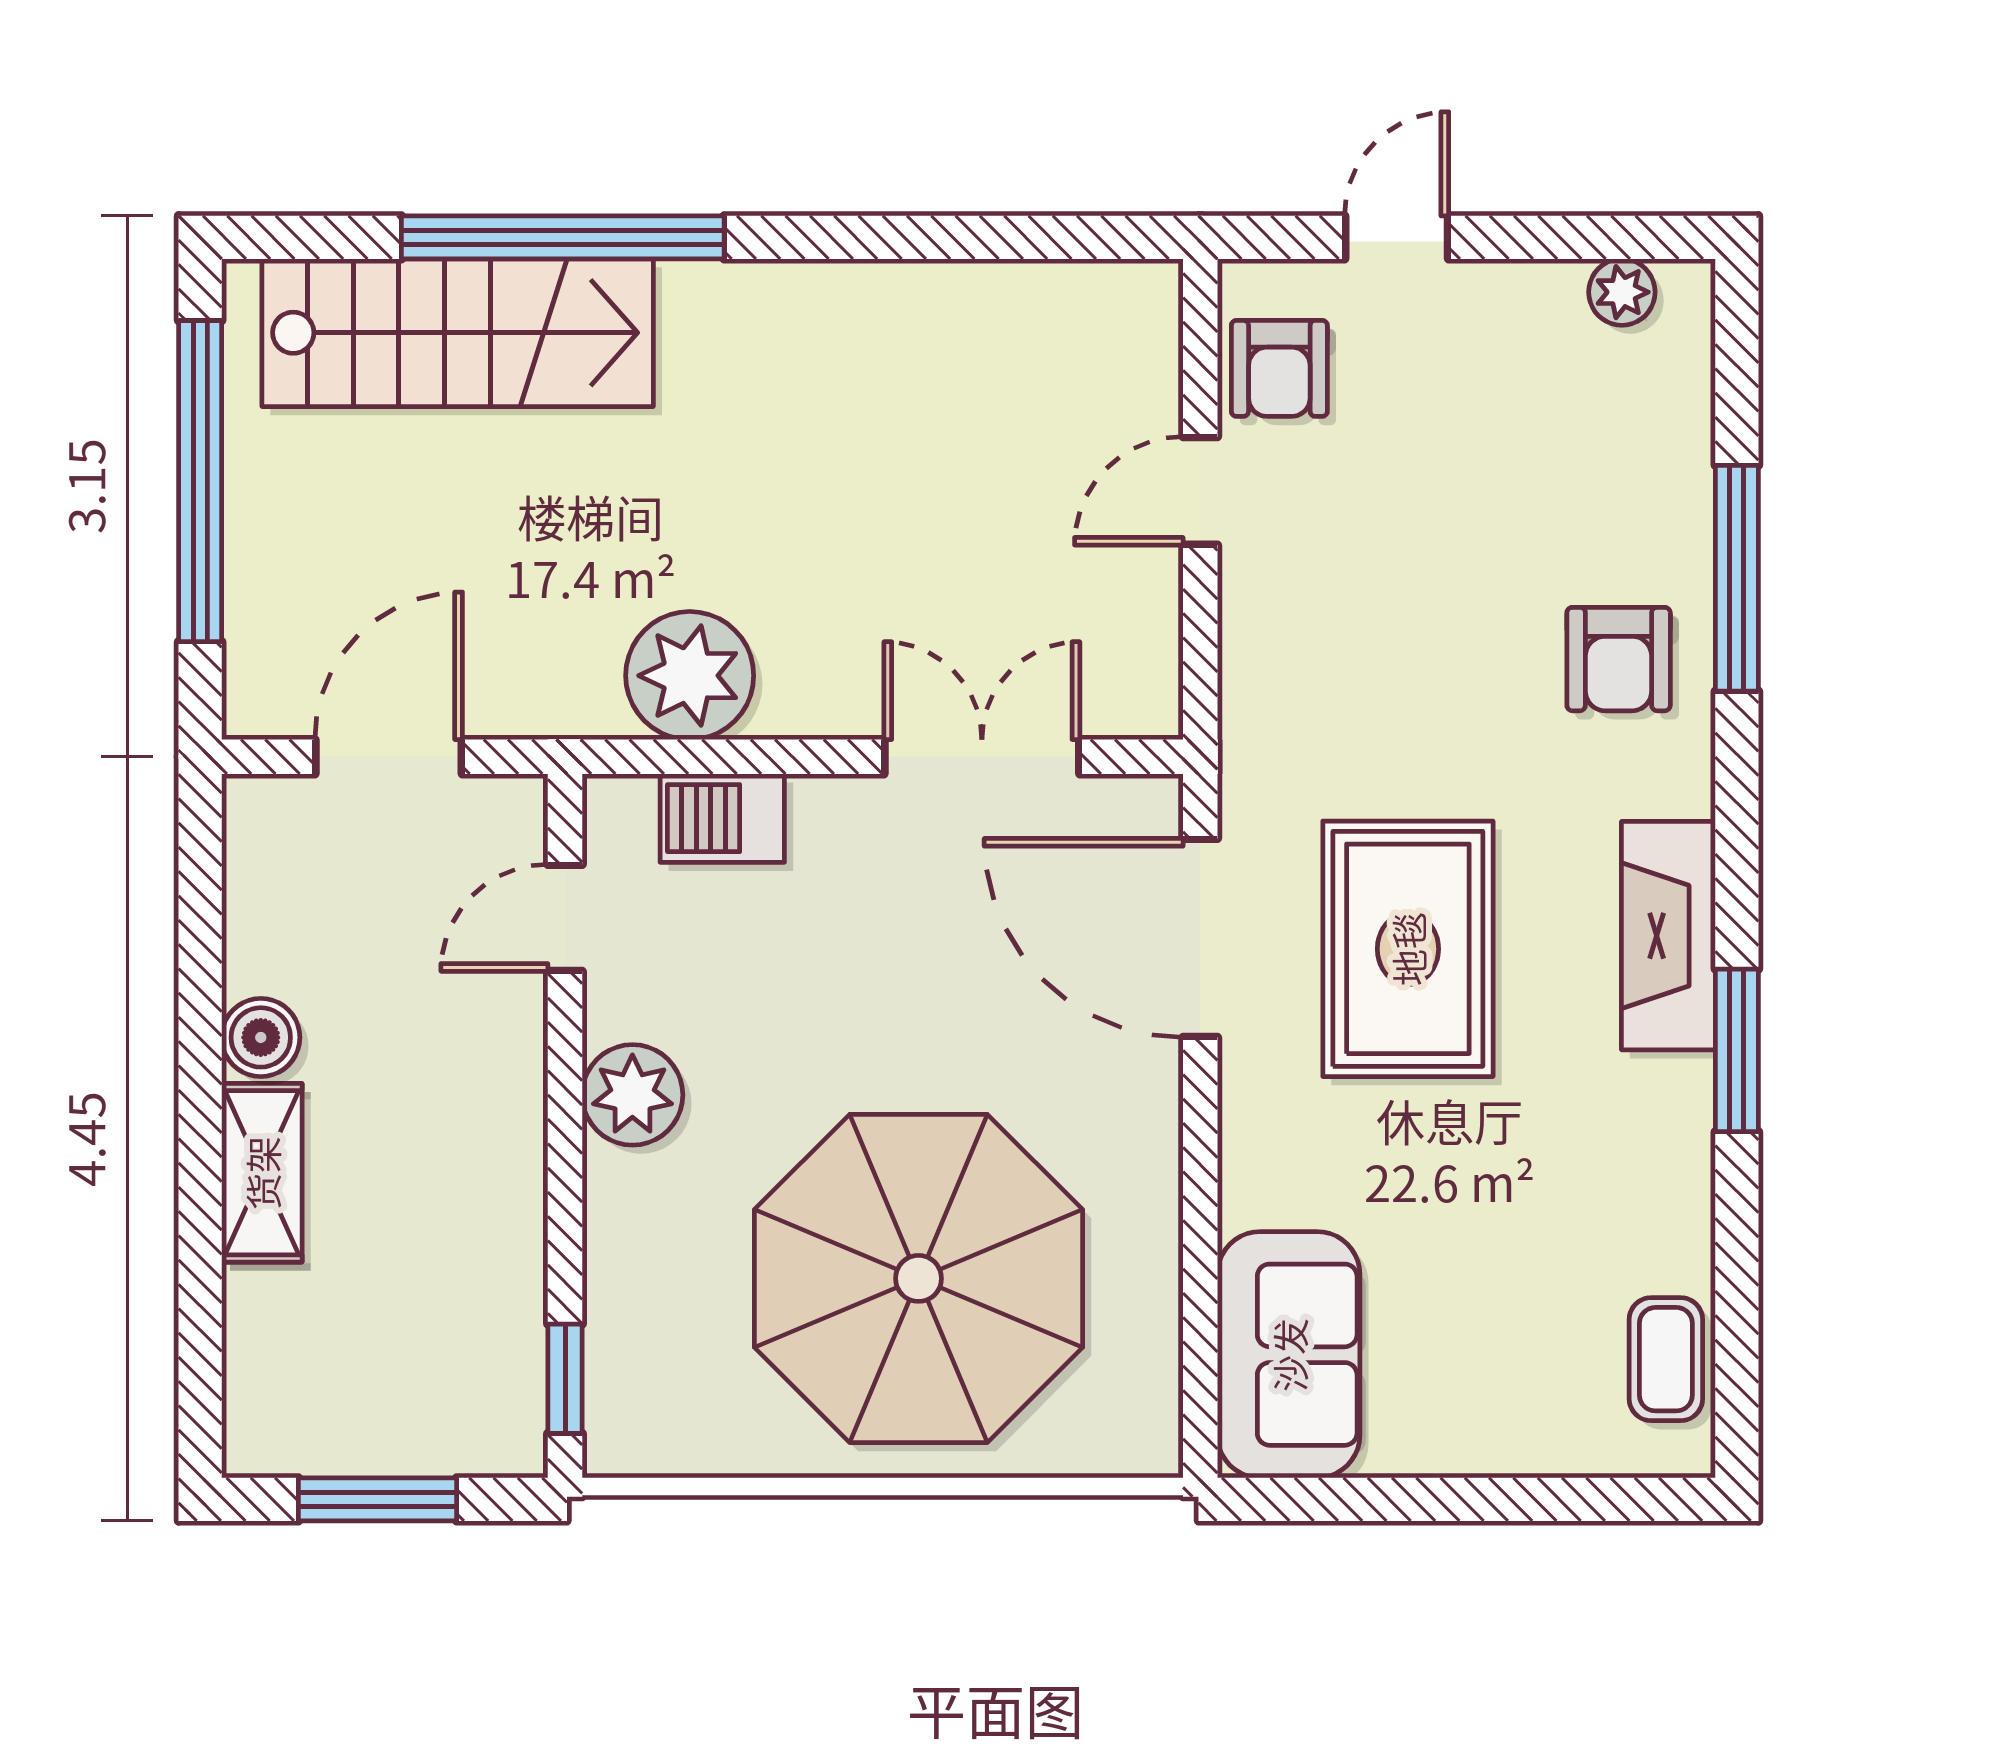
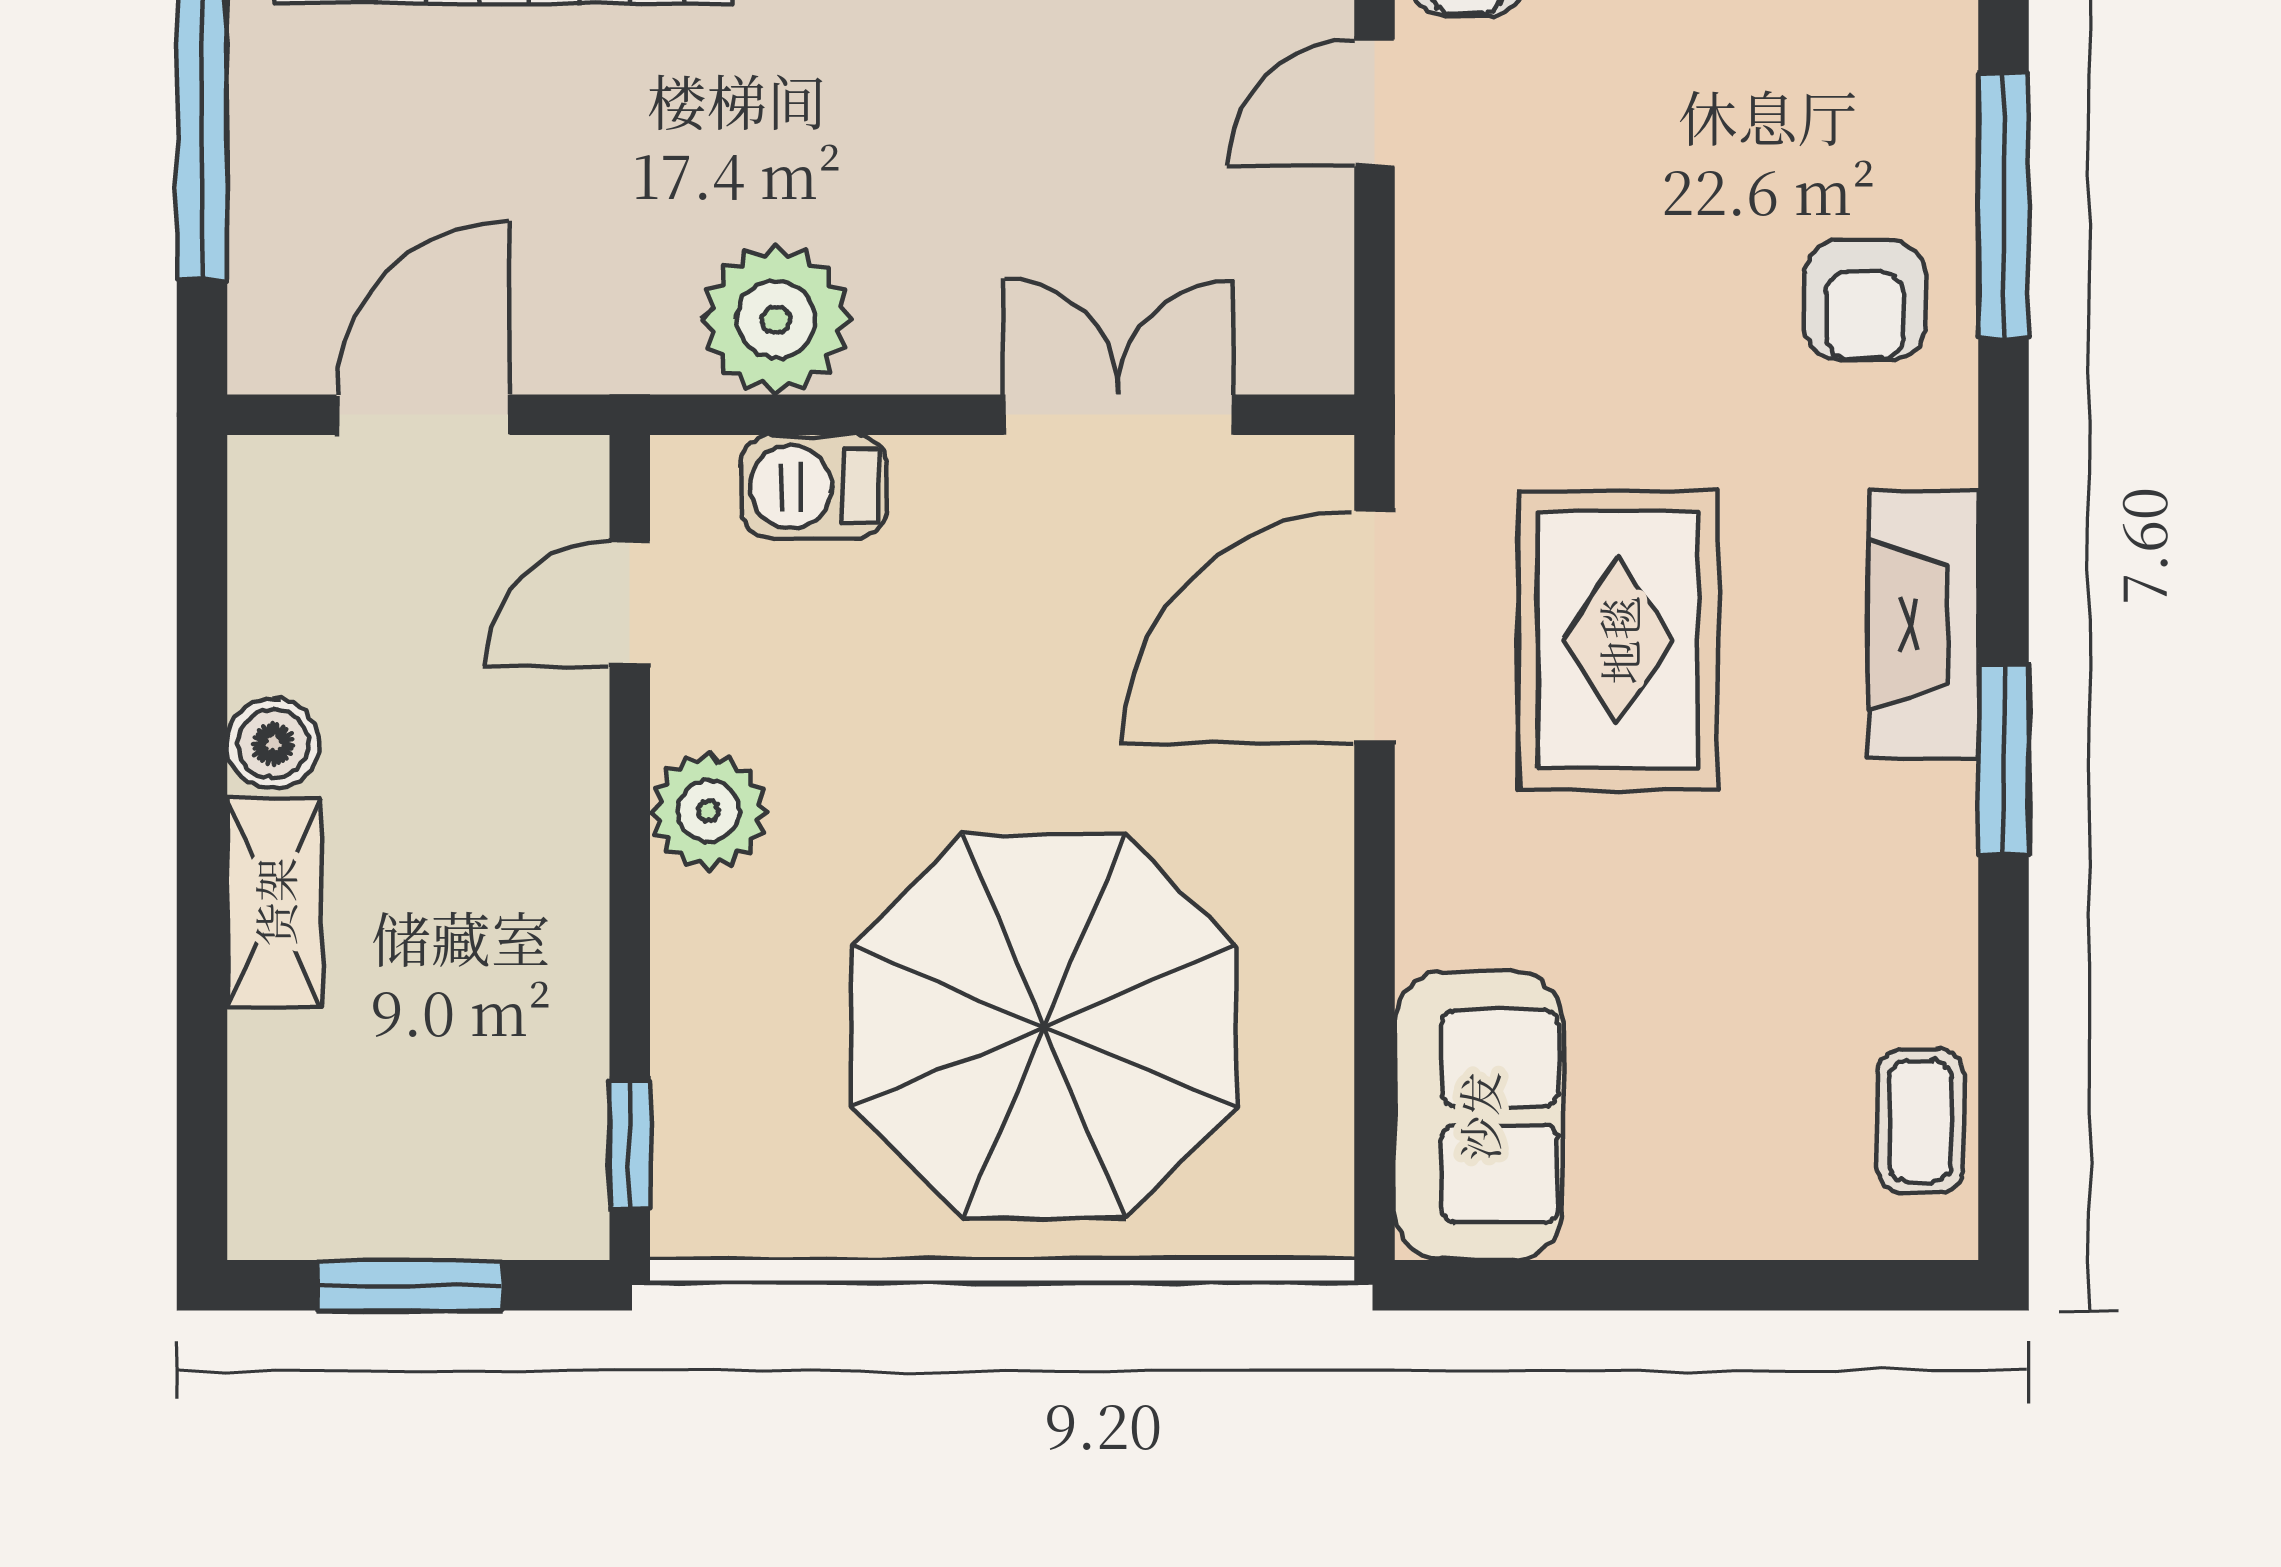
door: (1200, 938) -> (1375, 627), hinge flipped

